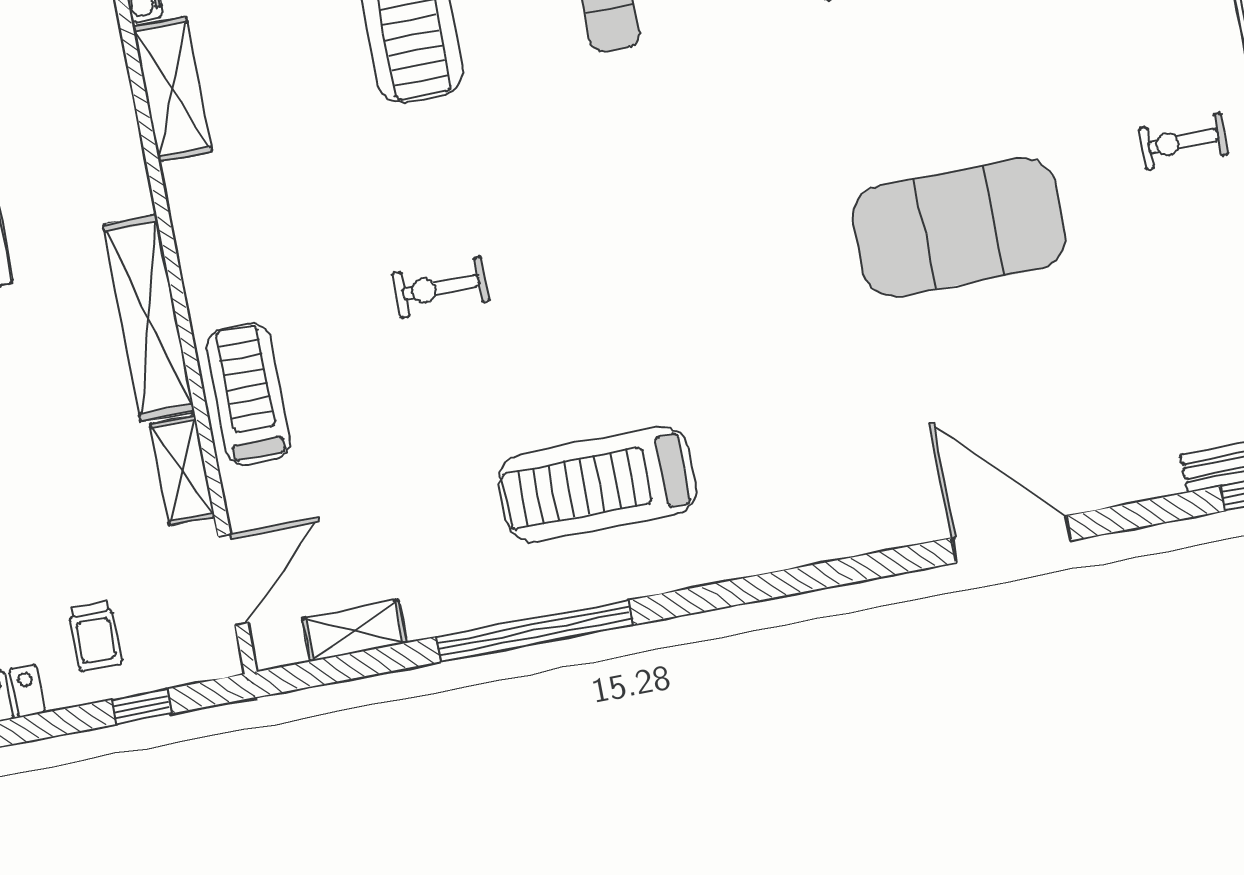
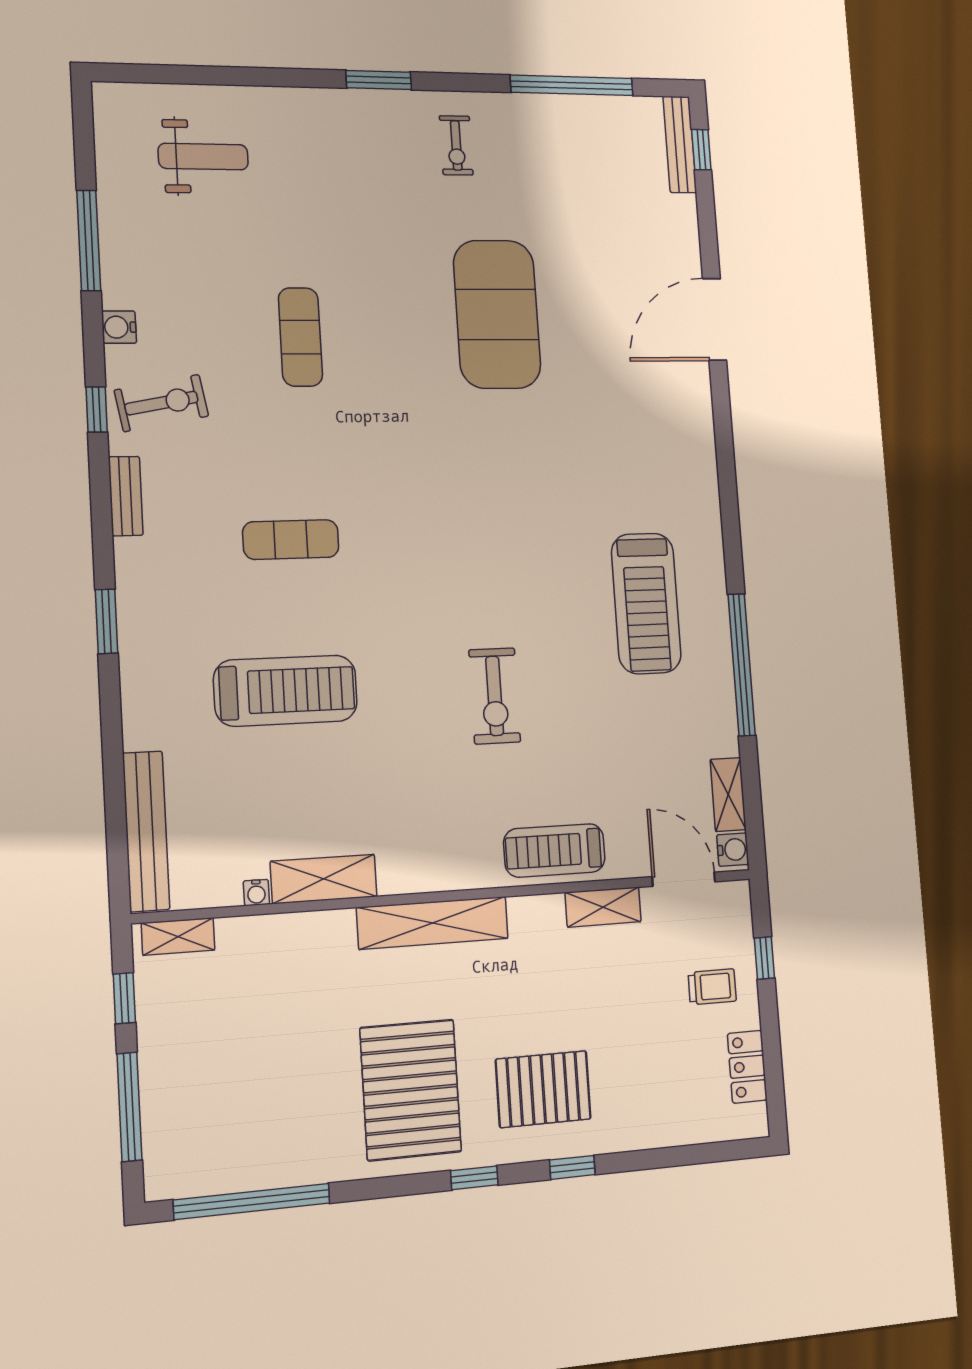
exercise bike: (441, 287) -> (495, 696), width x1.38, depth x1.39
shelving: (149, 318) -> (433, 923), moved
water cooler: (281, 645) -> (733, 850), added

